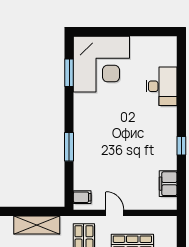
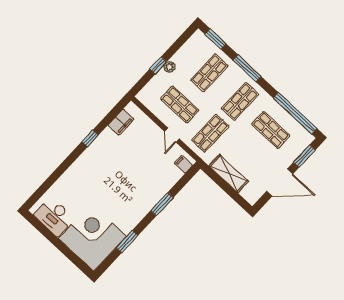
window: (69, 73) -> (127, 242), moved
desk: (161, 86) -> (54, 217), moved, turned -90

